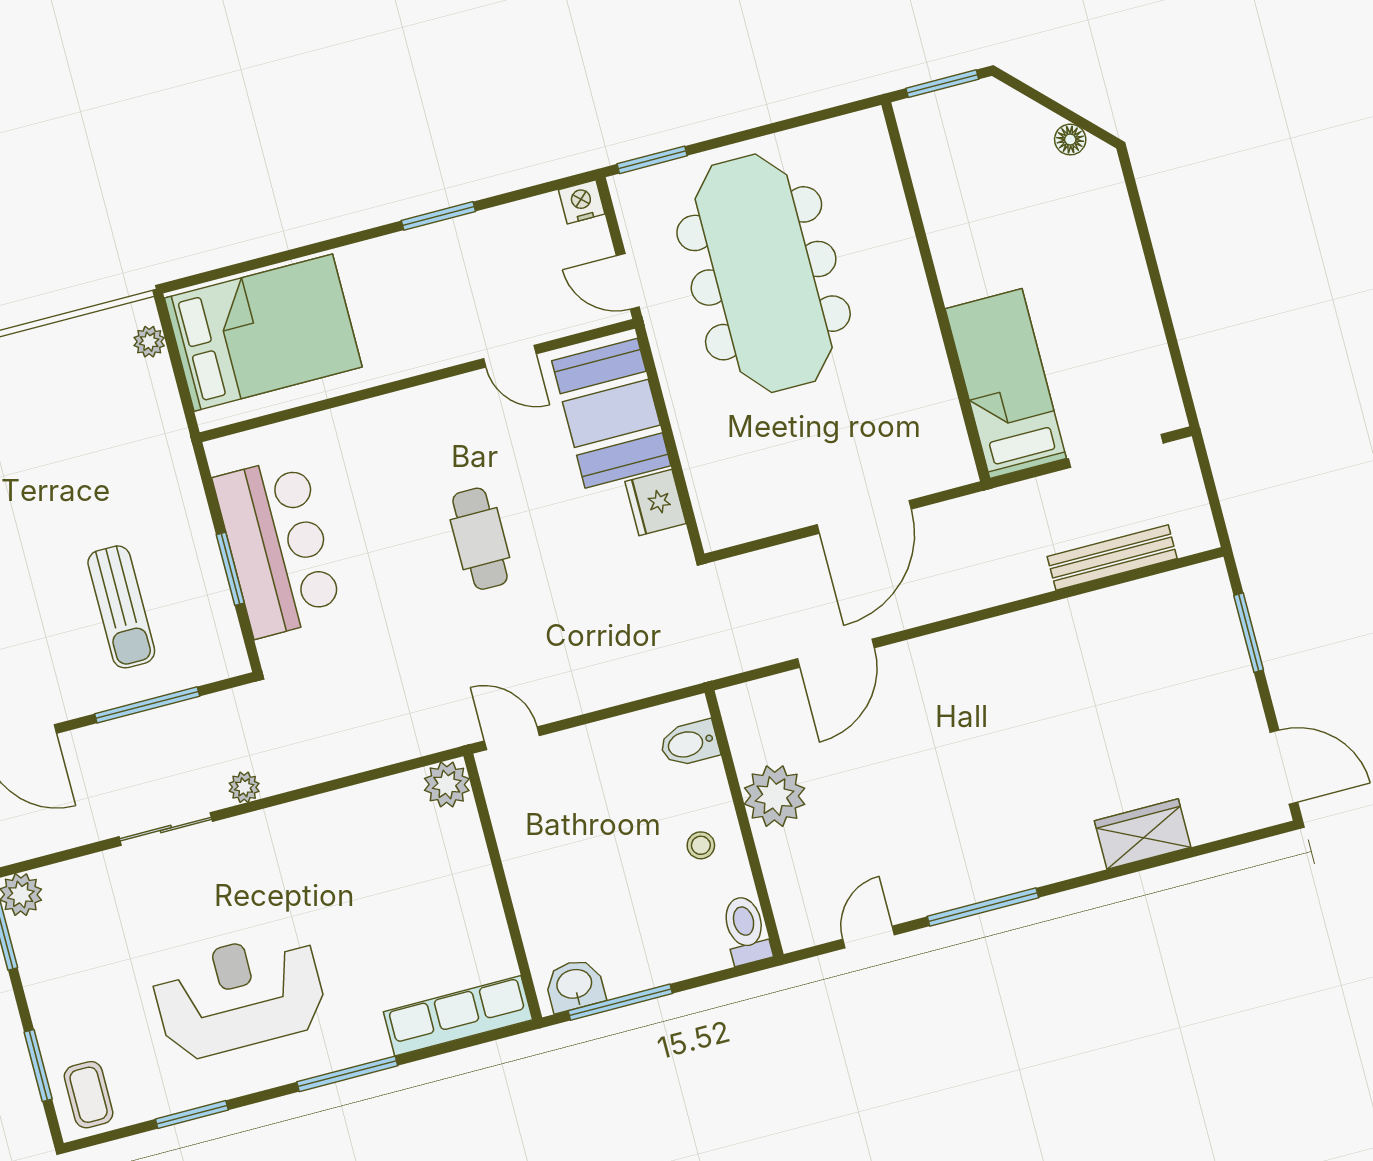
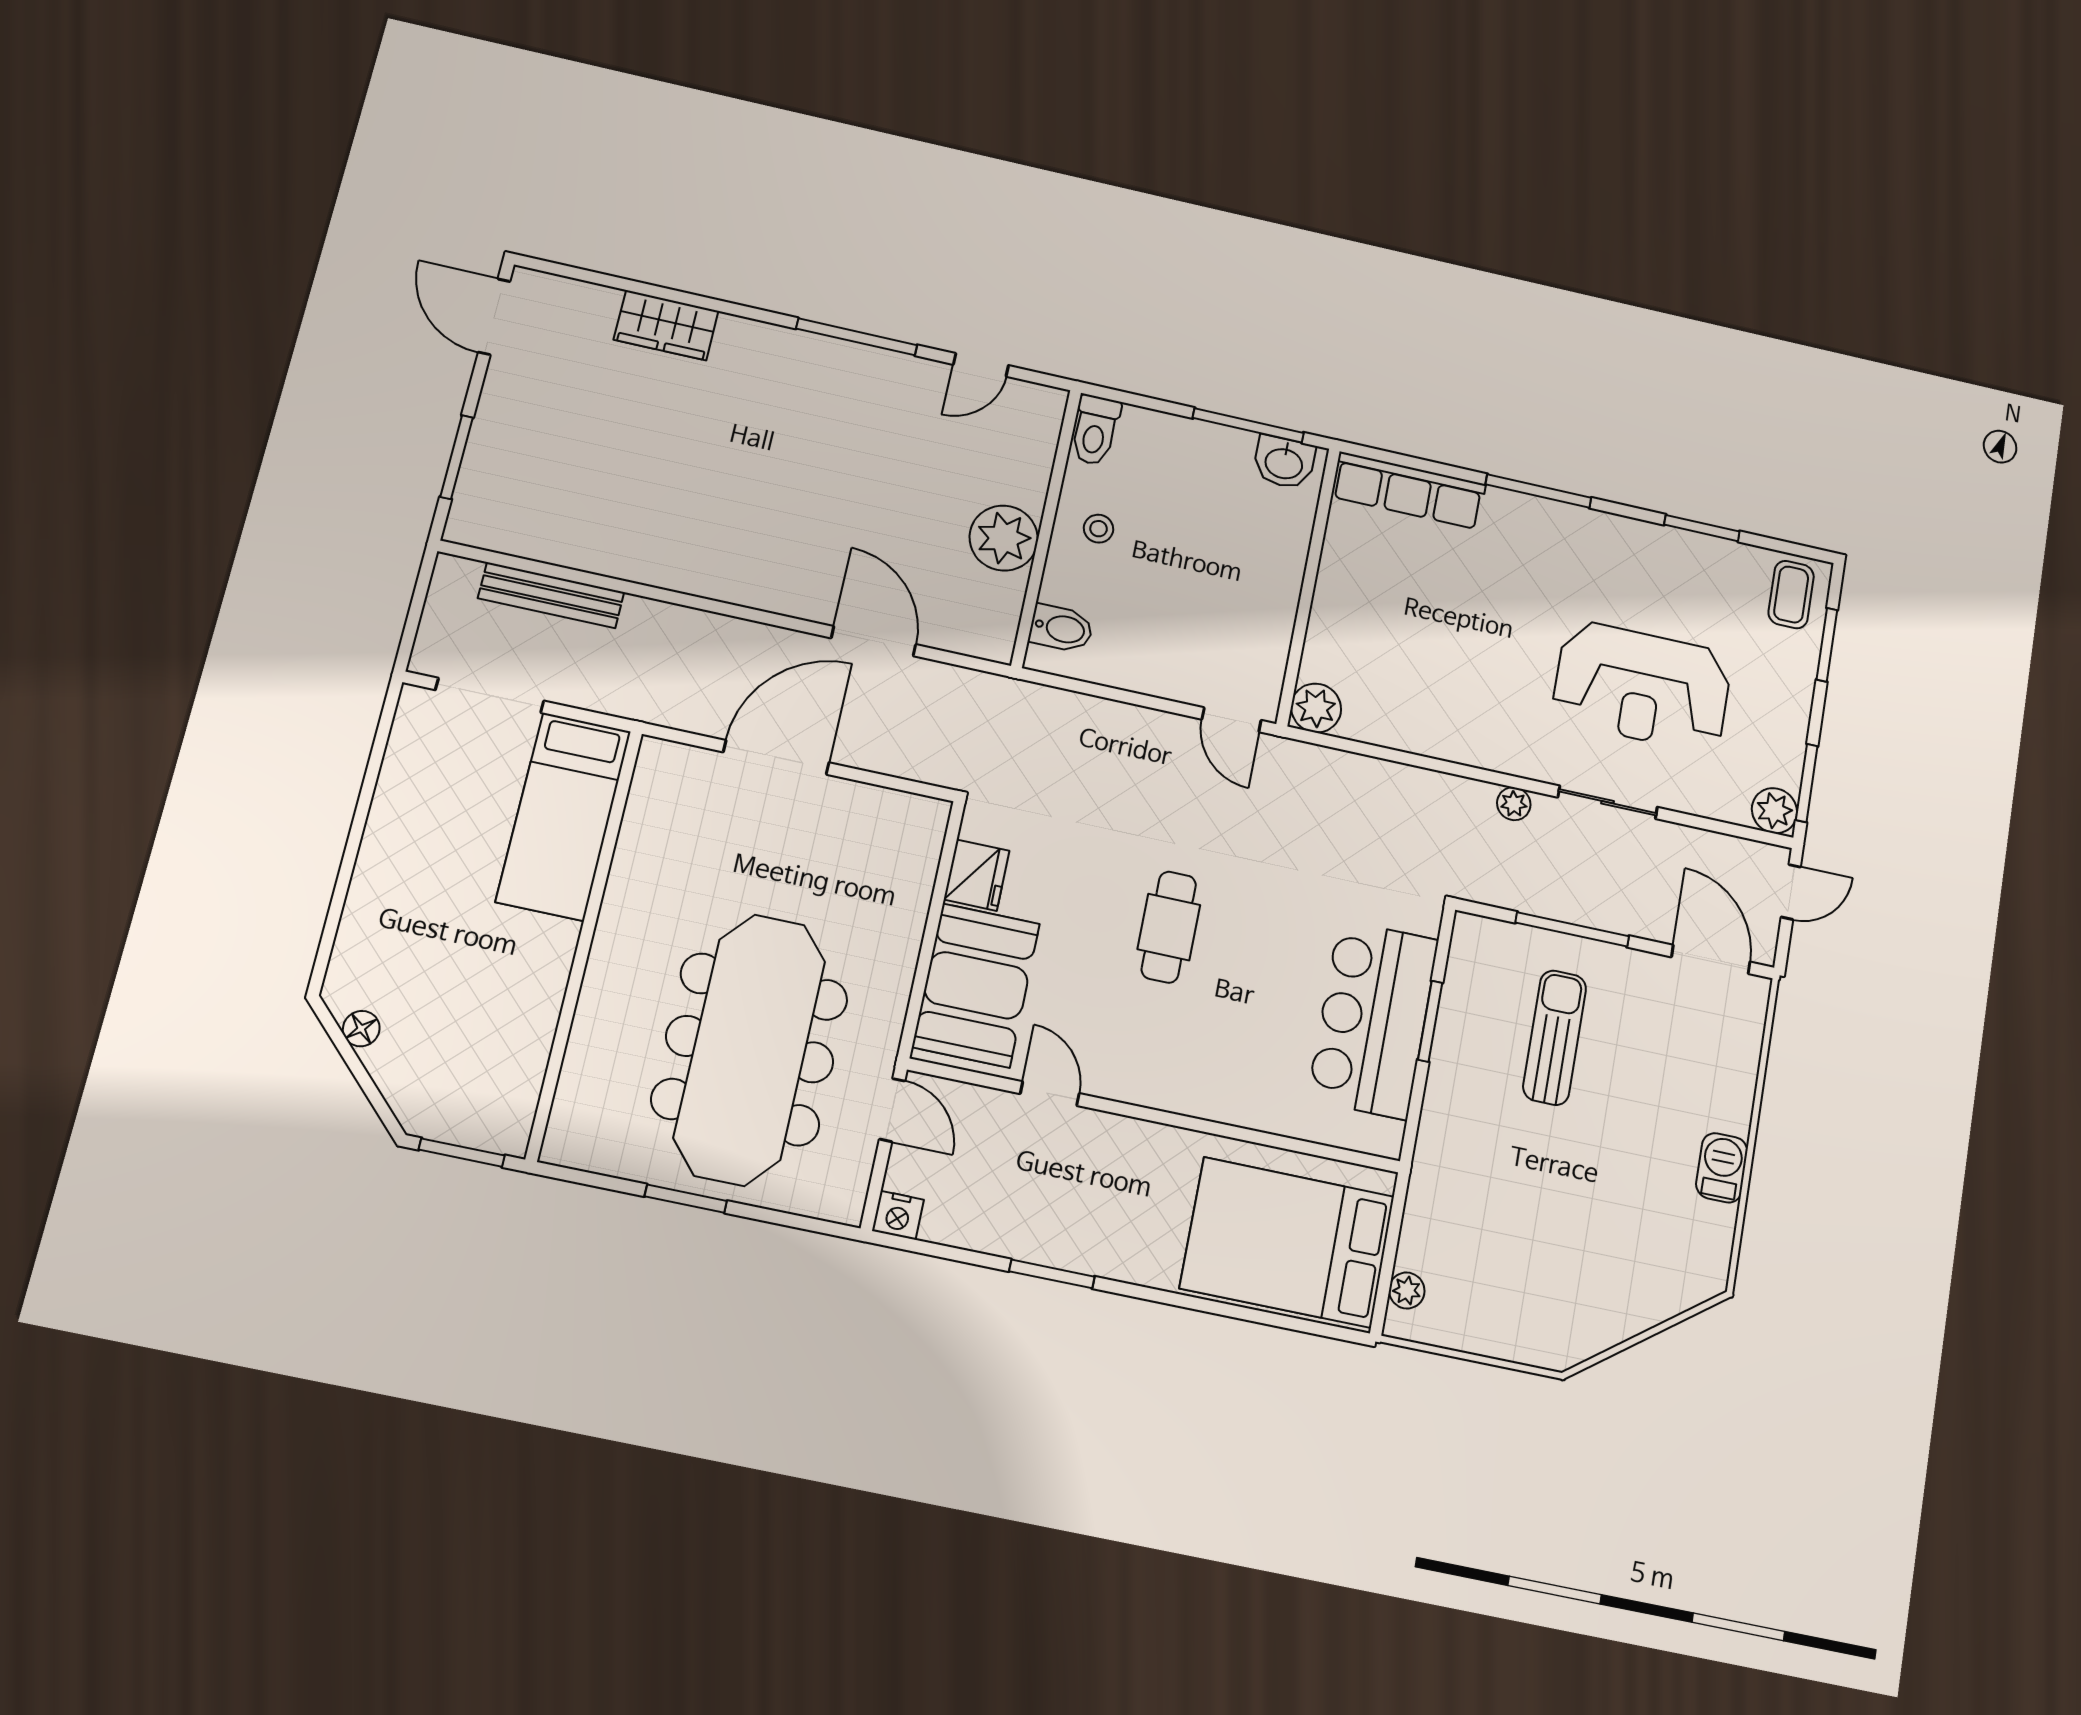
window: (652, 160) -> (686, 1199), moved
door: (836, 653) -> (874, 641), hinge flipped
reception desk: (239, 995) -> (1642, 686), moved

